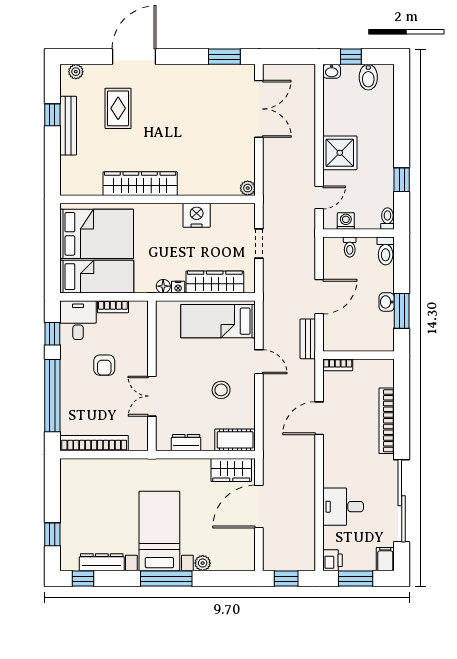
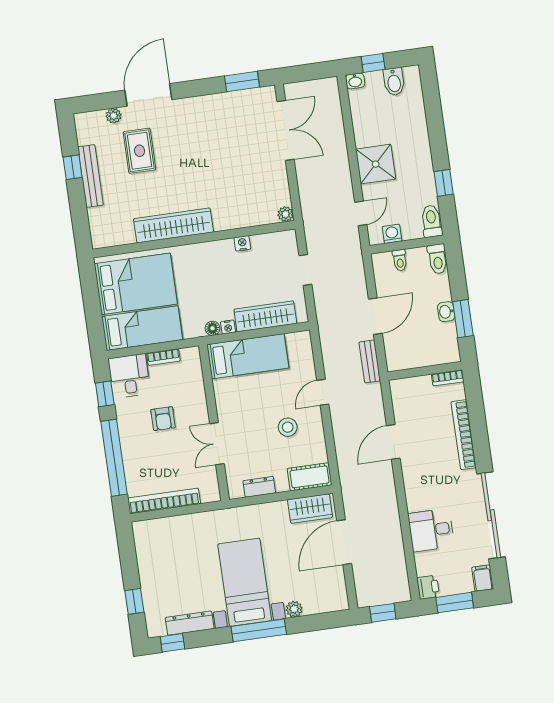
plant: (76, 72) -> (114, 116), moved
nightstand: (197, 215) -> (242, 243), width x0.53, depth x0.56
toilet: (387, 219) -> (431, 221), width x1.37, depth x1.39
bed: (218, 321) -> (248, 356), moved, turned 180
door: (259, 362) -> (323, 392), swing flipped
bookcase: (338, 365) -> (448, 378), moved

